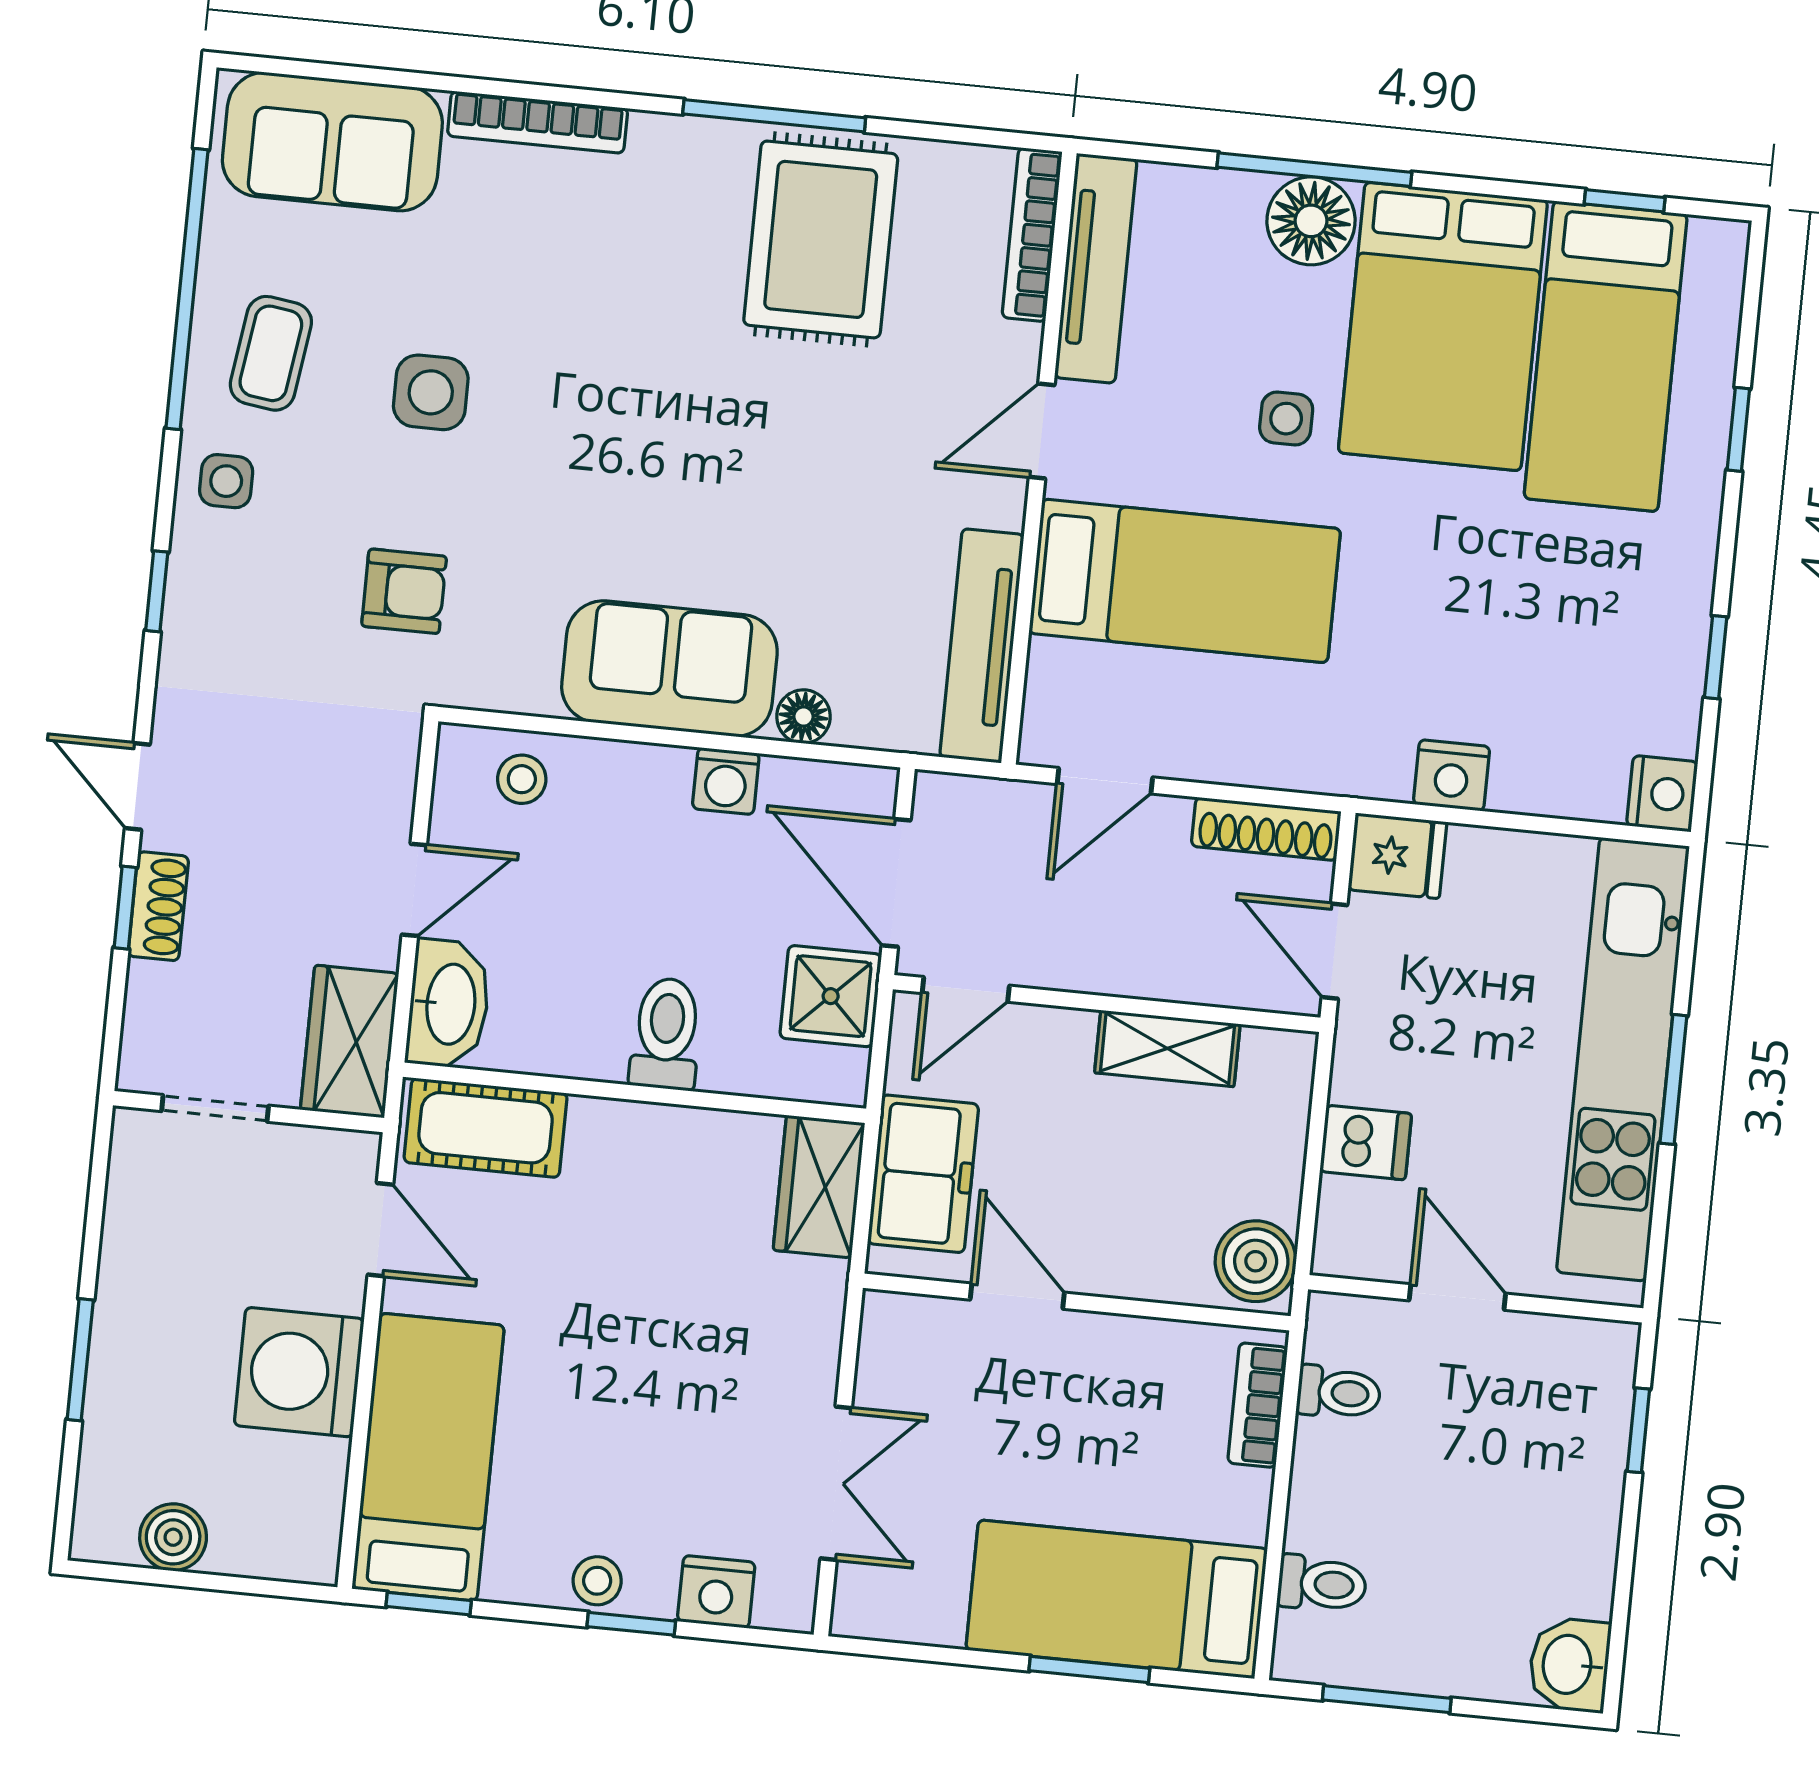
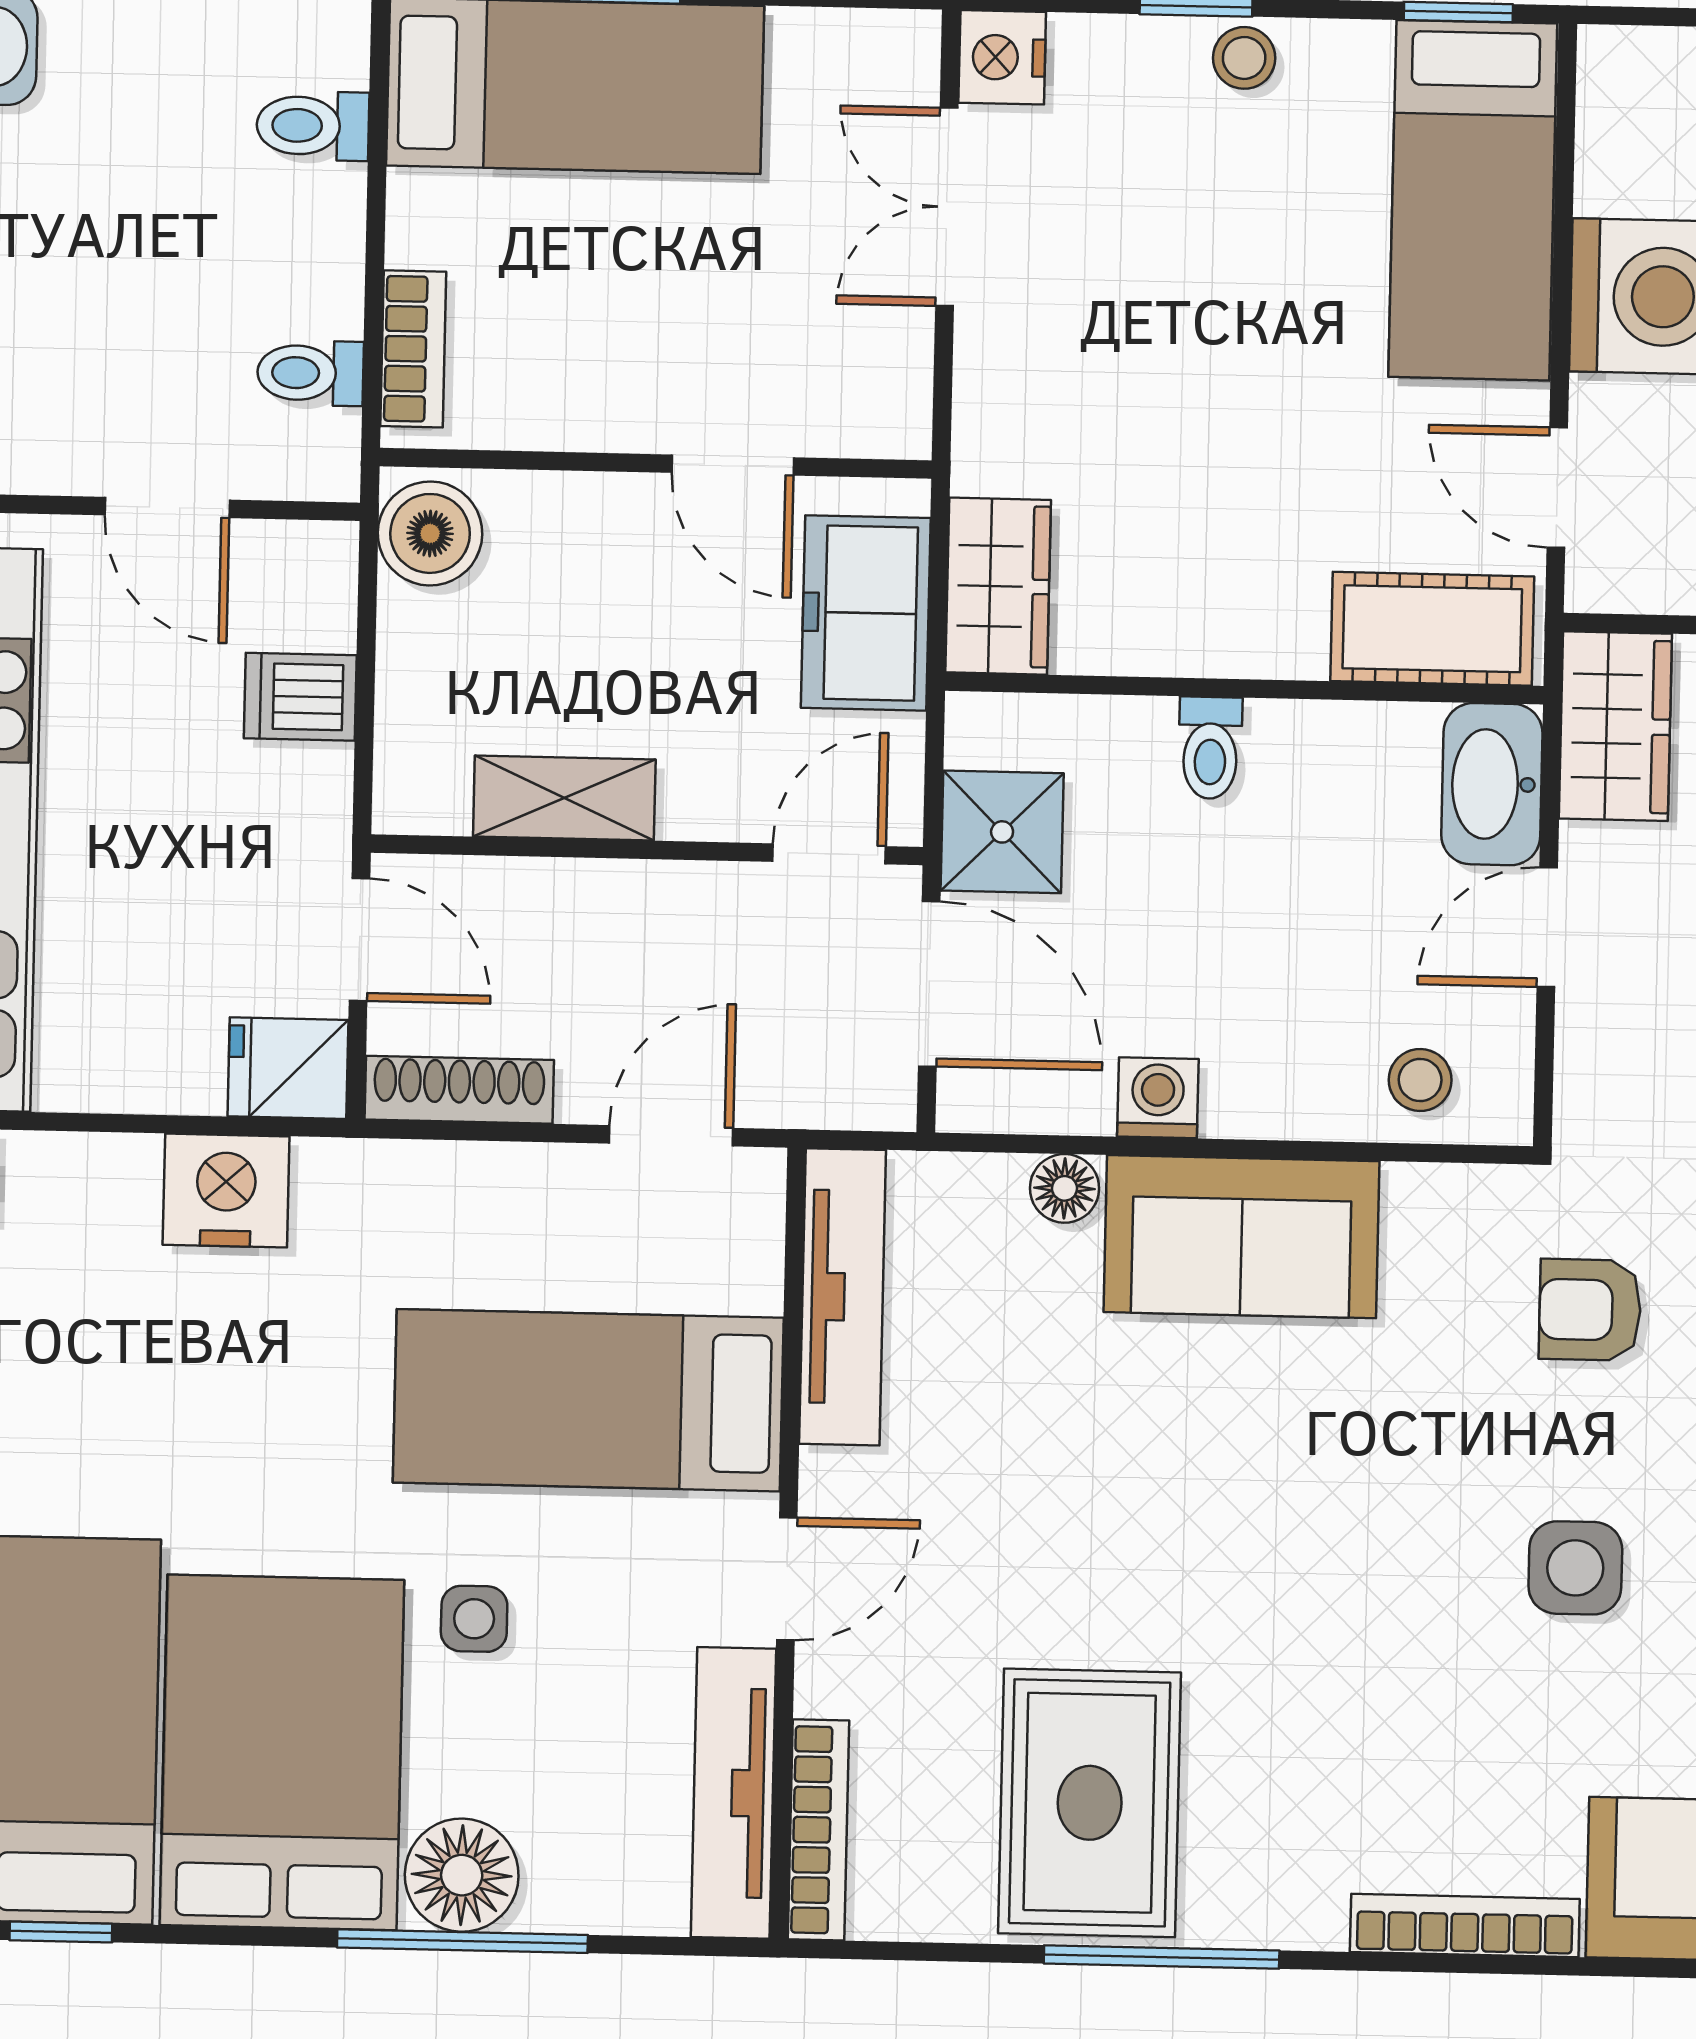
nightstand: (1452, 775) -> (226, 1191), width x1.36, depth x1.33
toilet: (666, 1034) -> (1210, 748), width x0.73, depth x0.72
nightstand: (716, 1592) -> (1002, 57), moved, turned -90

